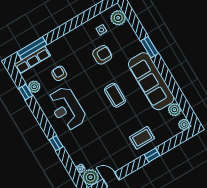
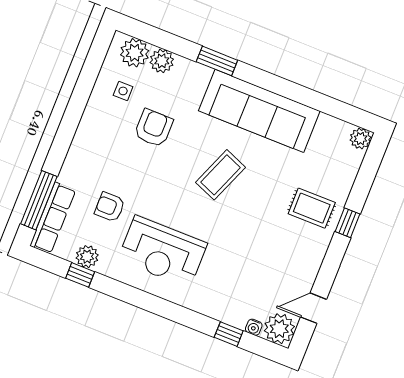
coffee table: (115, 95) -> (220, 175), turned -68
plant: (174, 110) -> (162, 61), moved
rug: (142, 138) -> (312, 208), turned 90
window: (56, 143) -> (229, 334), moved

